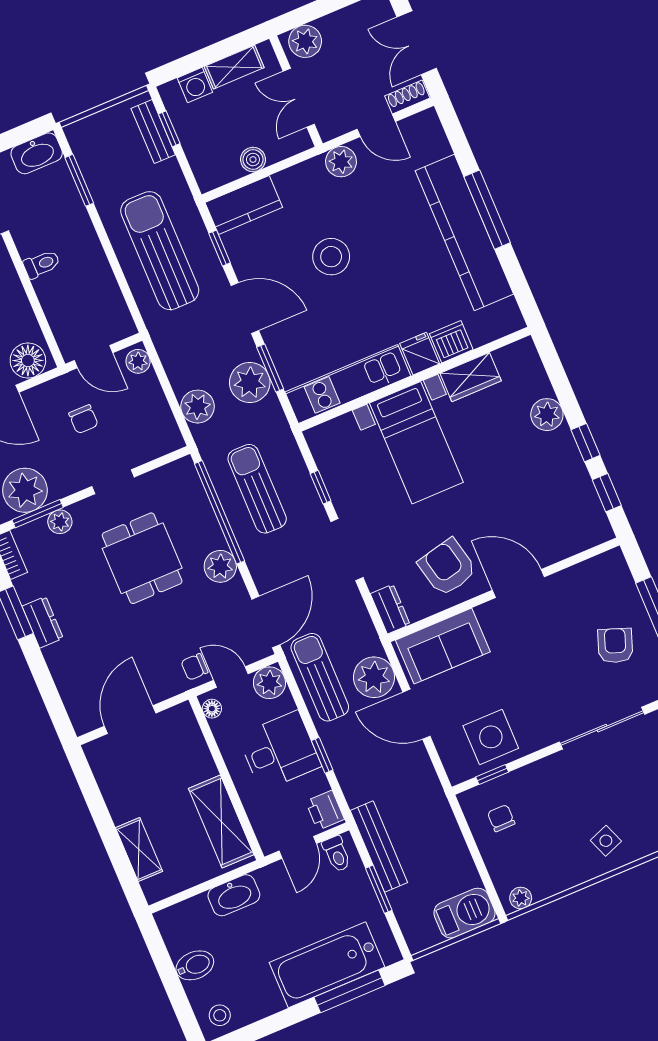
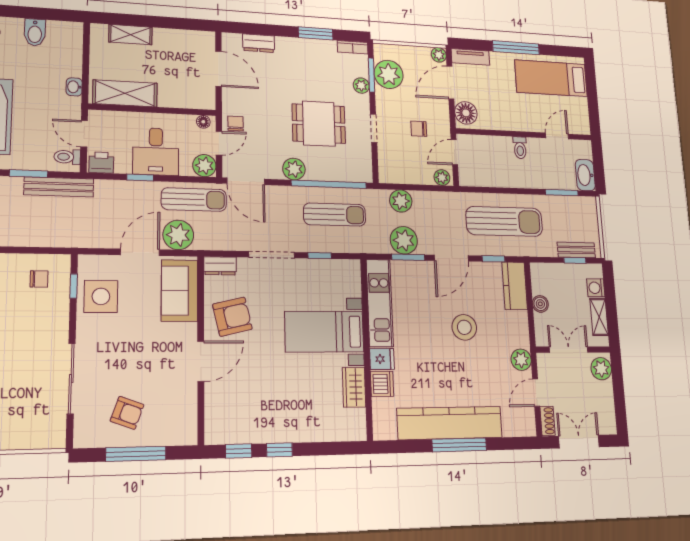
plant: (547, 415) -> (309, 430), removed
dresser: (43, 622) -> (259, 43), moved
washbasin: (234, 895) -> (74, 87), width x0.52, depth x0.69

